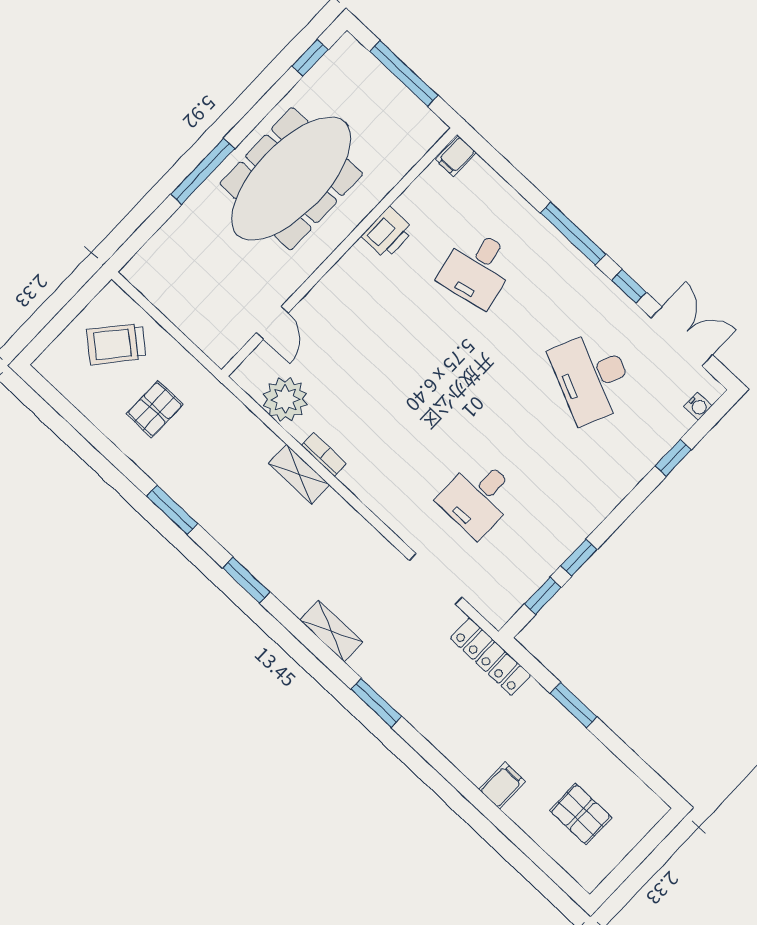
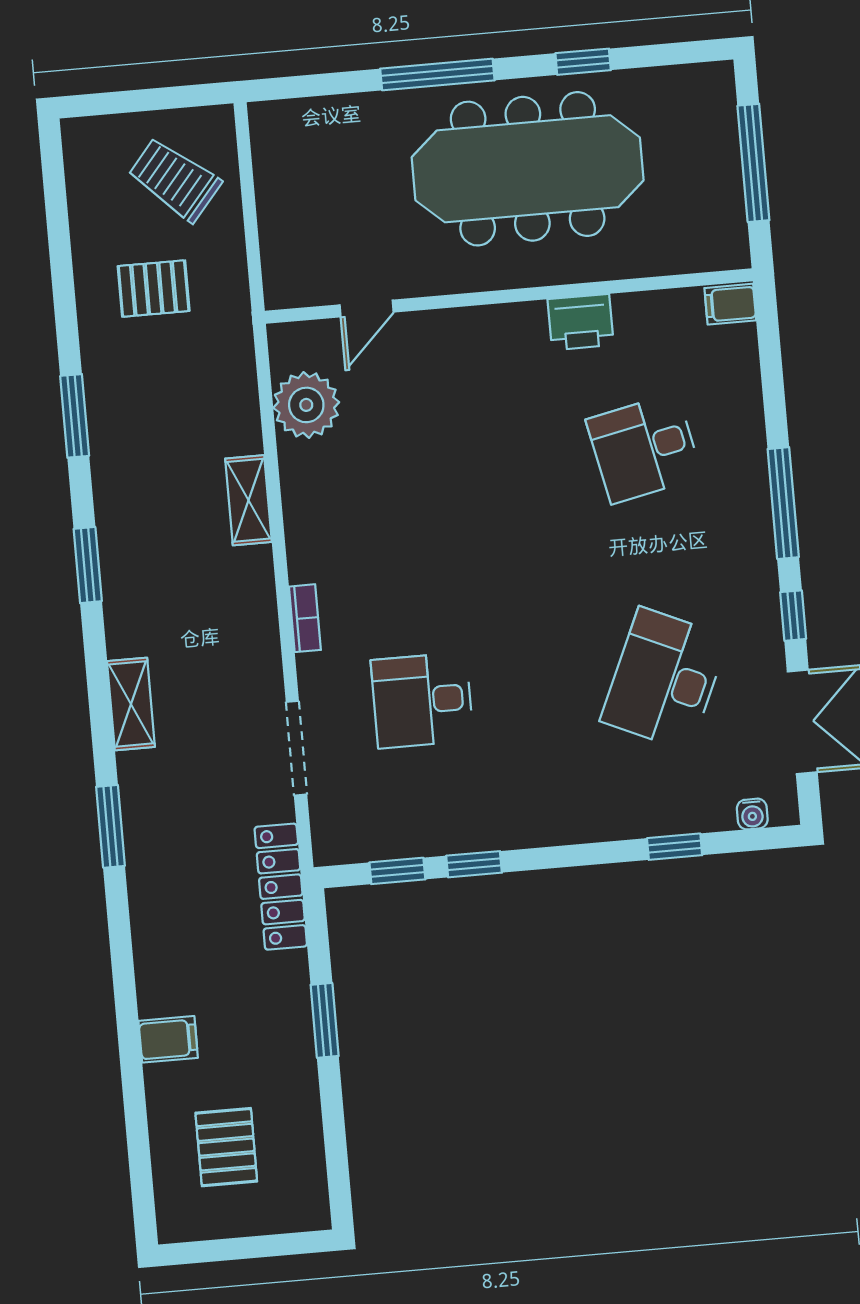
window: (310, 58) -> (583, 62), moved
bookcase: (324, 454) -> (305, 618), moved

